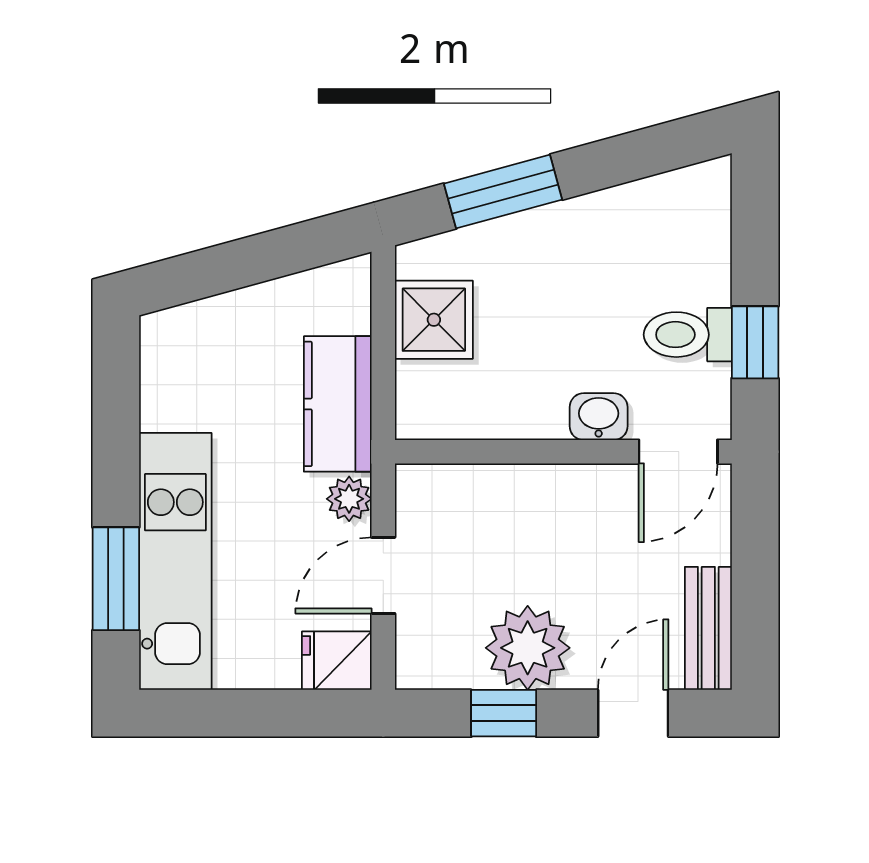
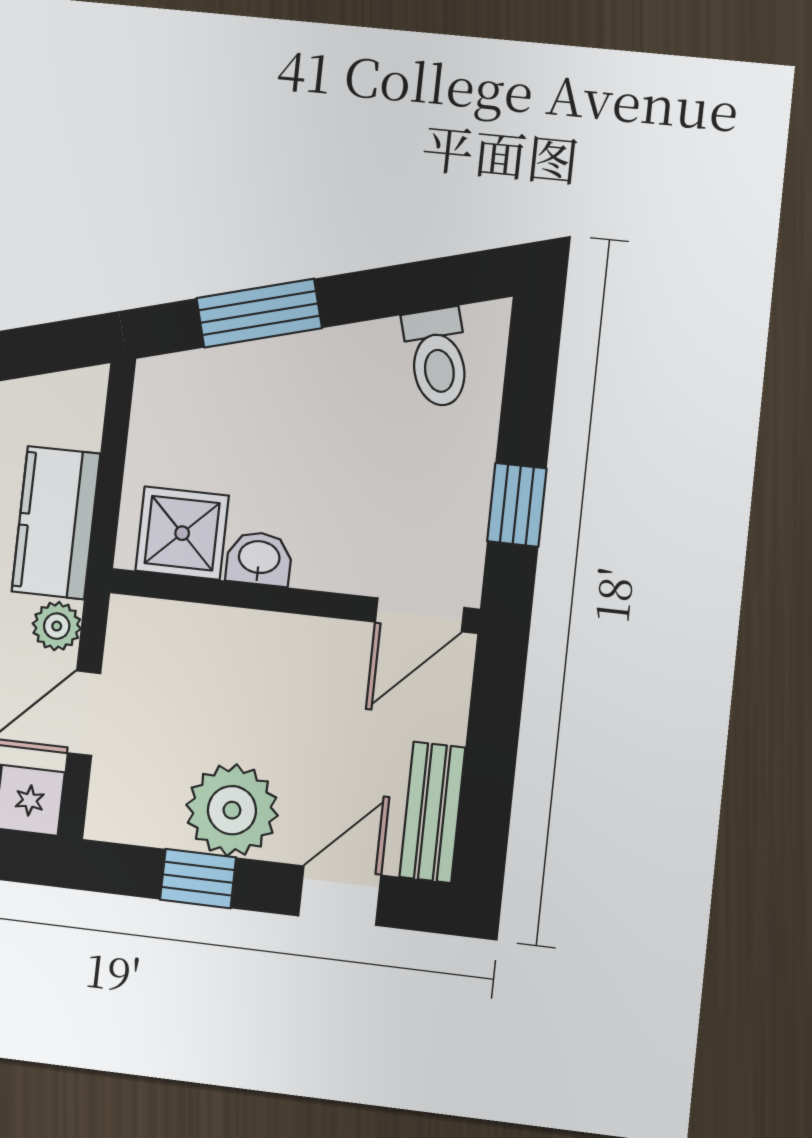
shower: (434, 320) -> (182, 533), moved
toilet: (688, 335) -> (437, 358), moved, turned -105
washbasin: (599, 417) -> (259, 559), moved

